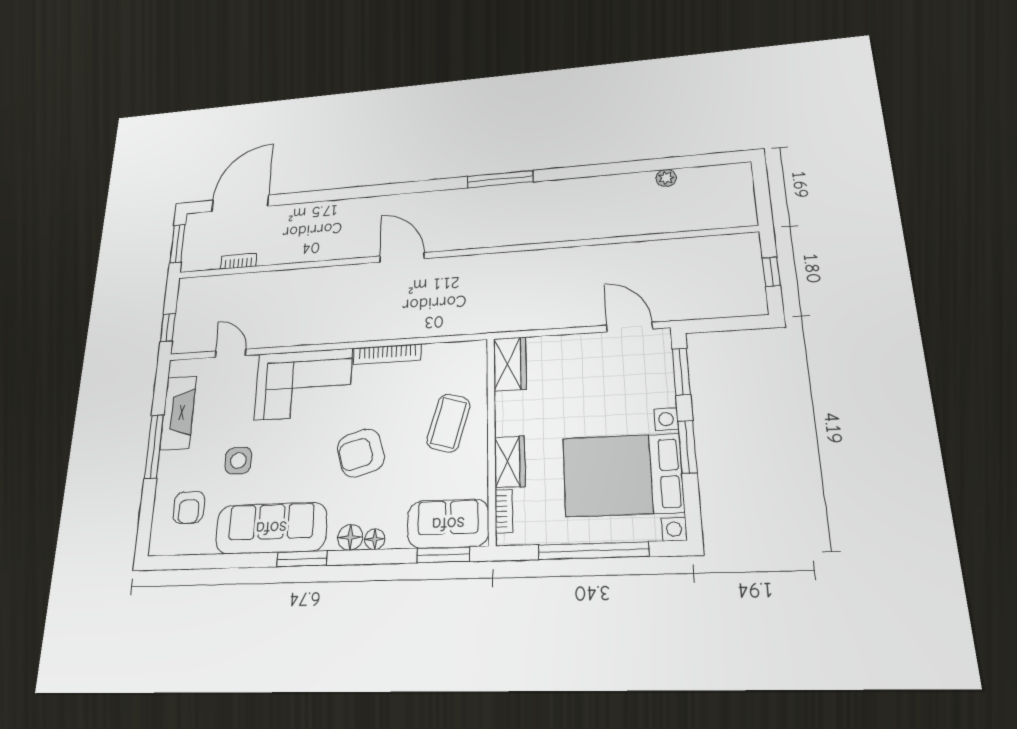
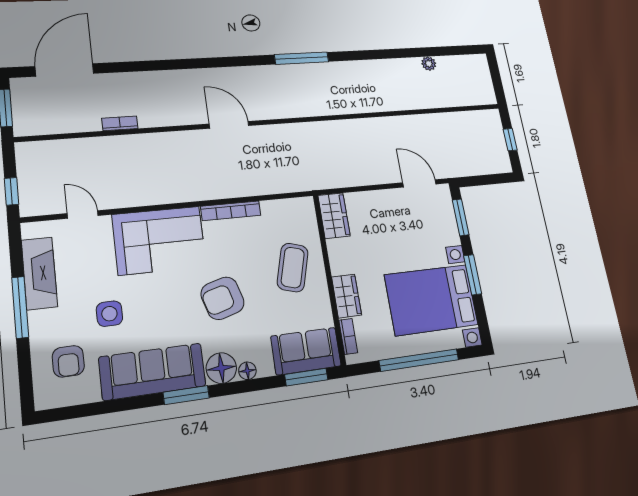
bookcase: (239, 261) -> (120, 123), moved
floor lamp: (350, 537) -> (221, 368), width x1.38, depth x1.38

